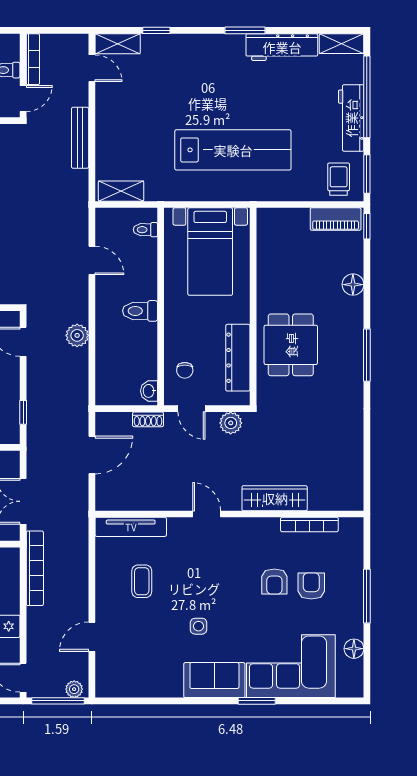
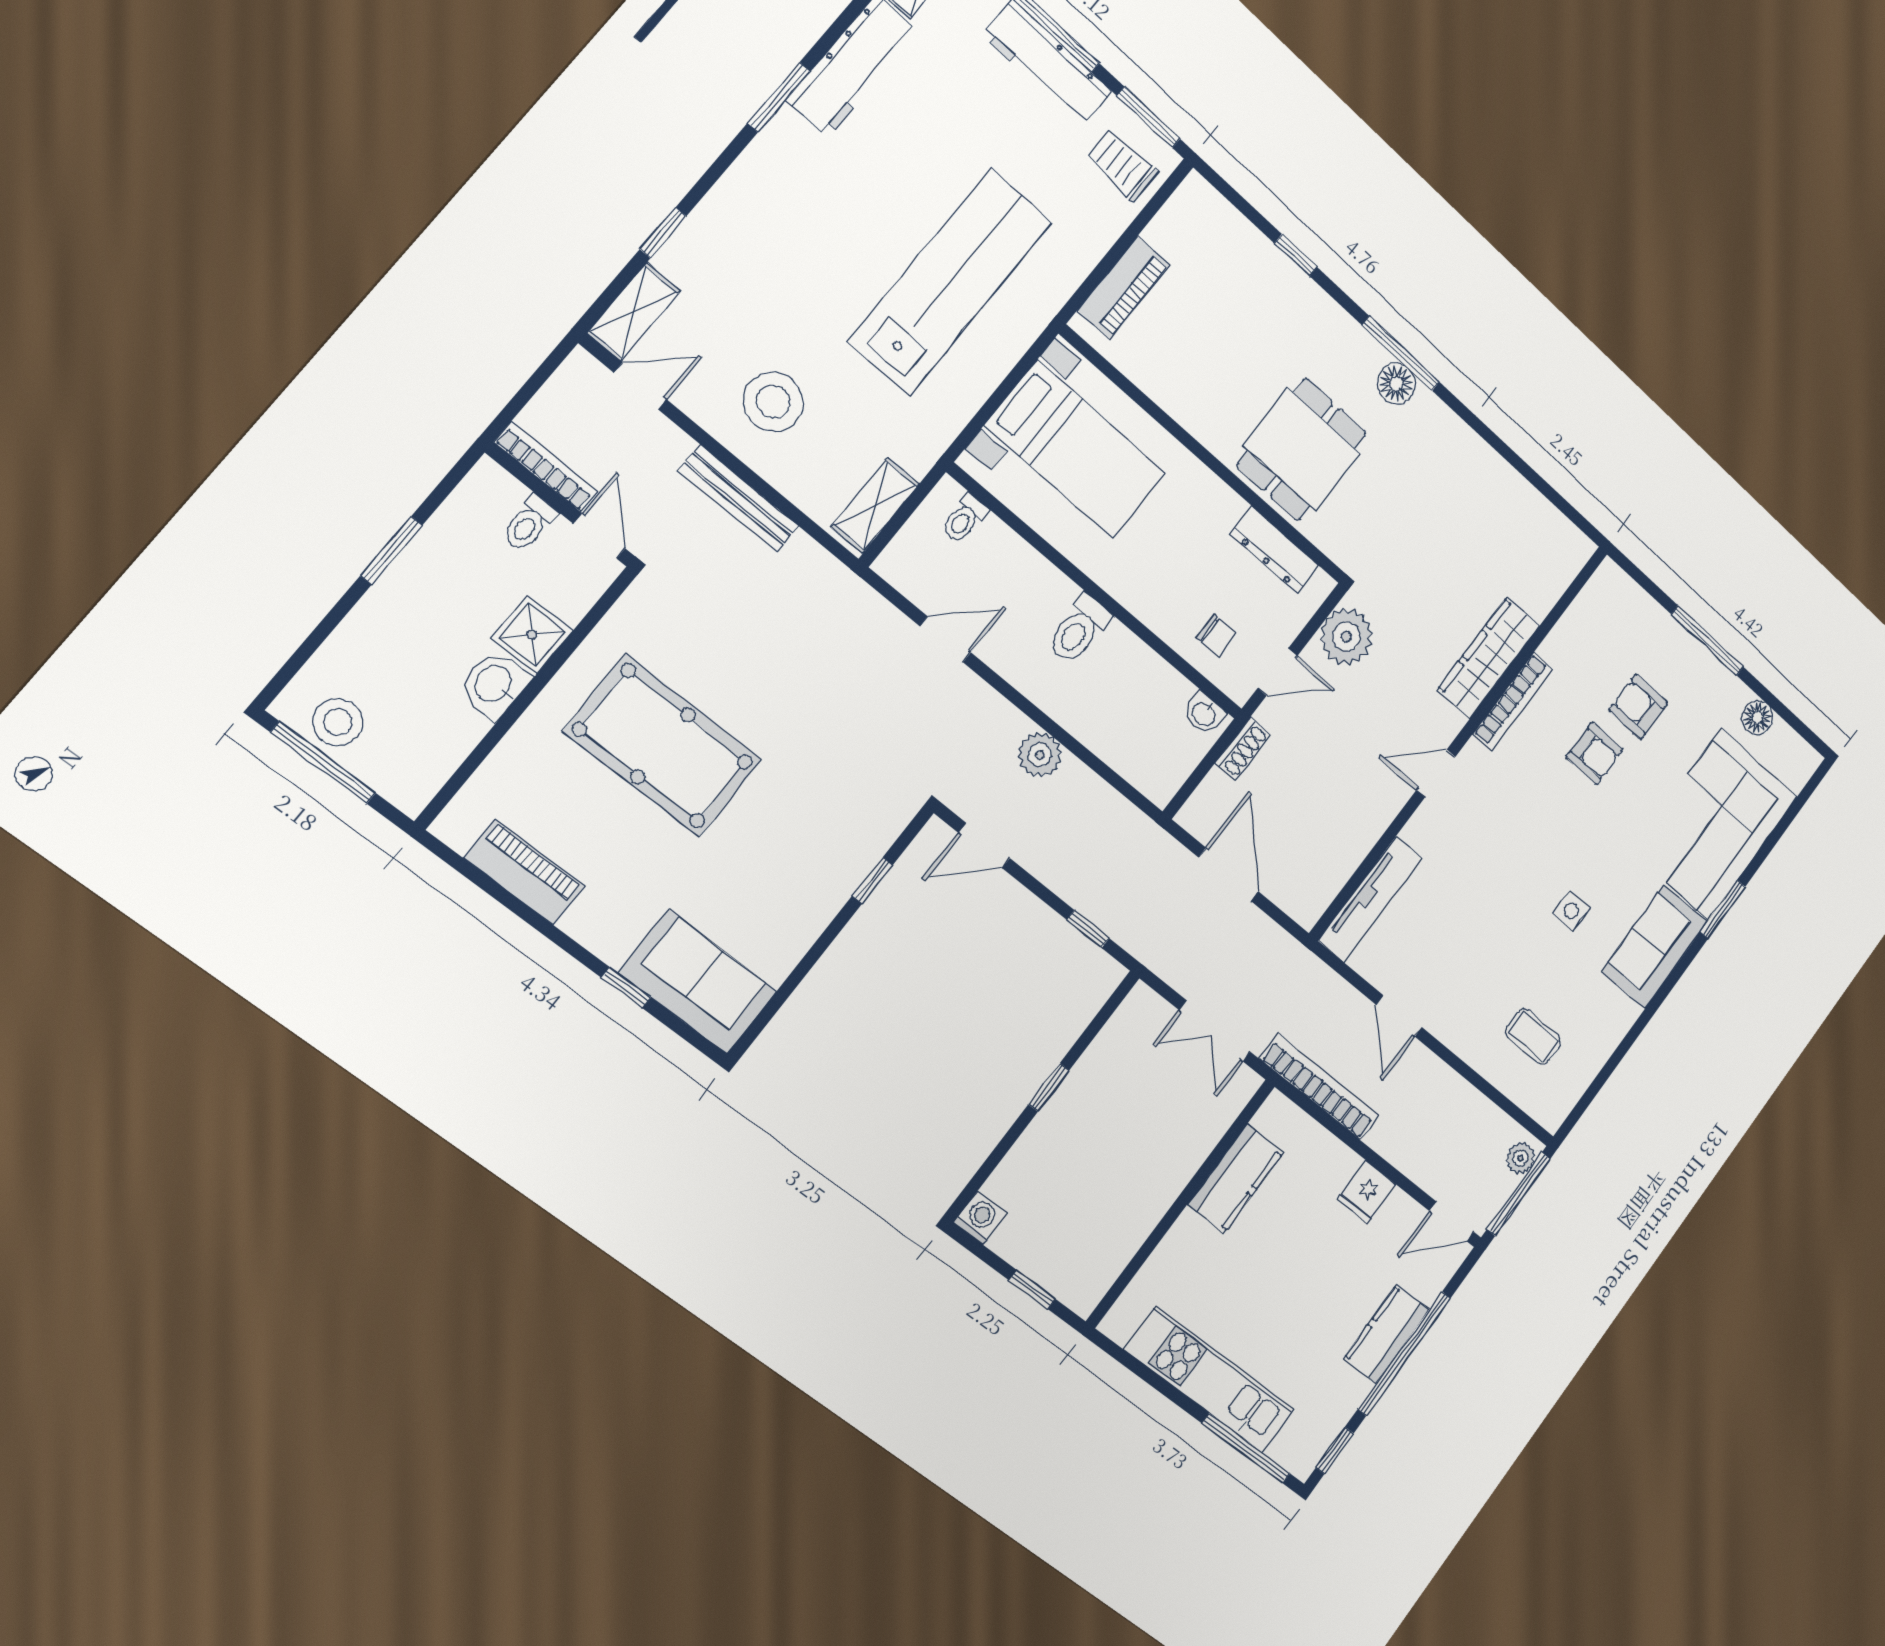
stool: (128, 121) -> (773, 402), added
piano: (336, 219) -> (1124, 288), moved
window: (367, 226) -> (1296, 255), moved
floor lamp: (353, 285) -> (1396, 383), moved
dining table: (291, 345) -> (1302, 449), turned 90
dresser: (238, 358) -> (1275, 550), width x0.73, depth x0.80
plant: (231, 423) -> (1346, 637), width x1.36, depth x1.36
bookcase: (309, 525) -> (1513, 701), moved
coffee table: (142, 581) -> (1533, 1037), moved
door: (92, 637) -> (1399, 1016), moved

